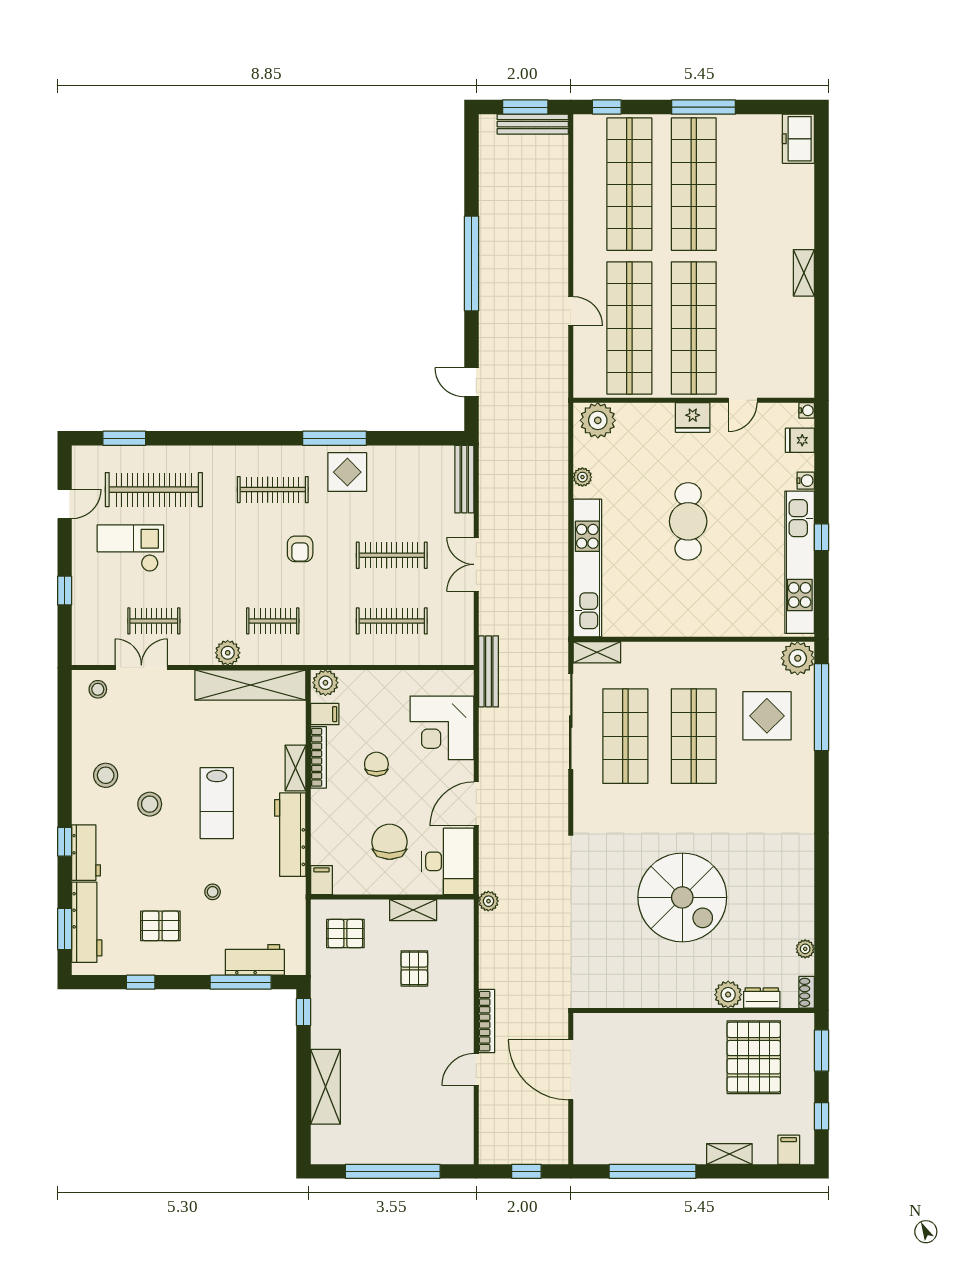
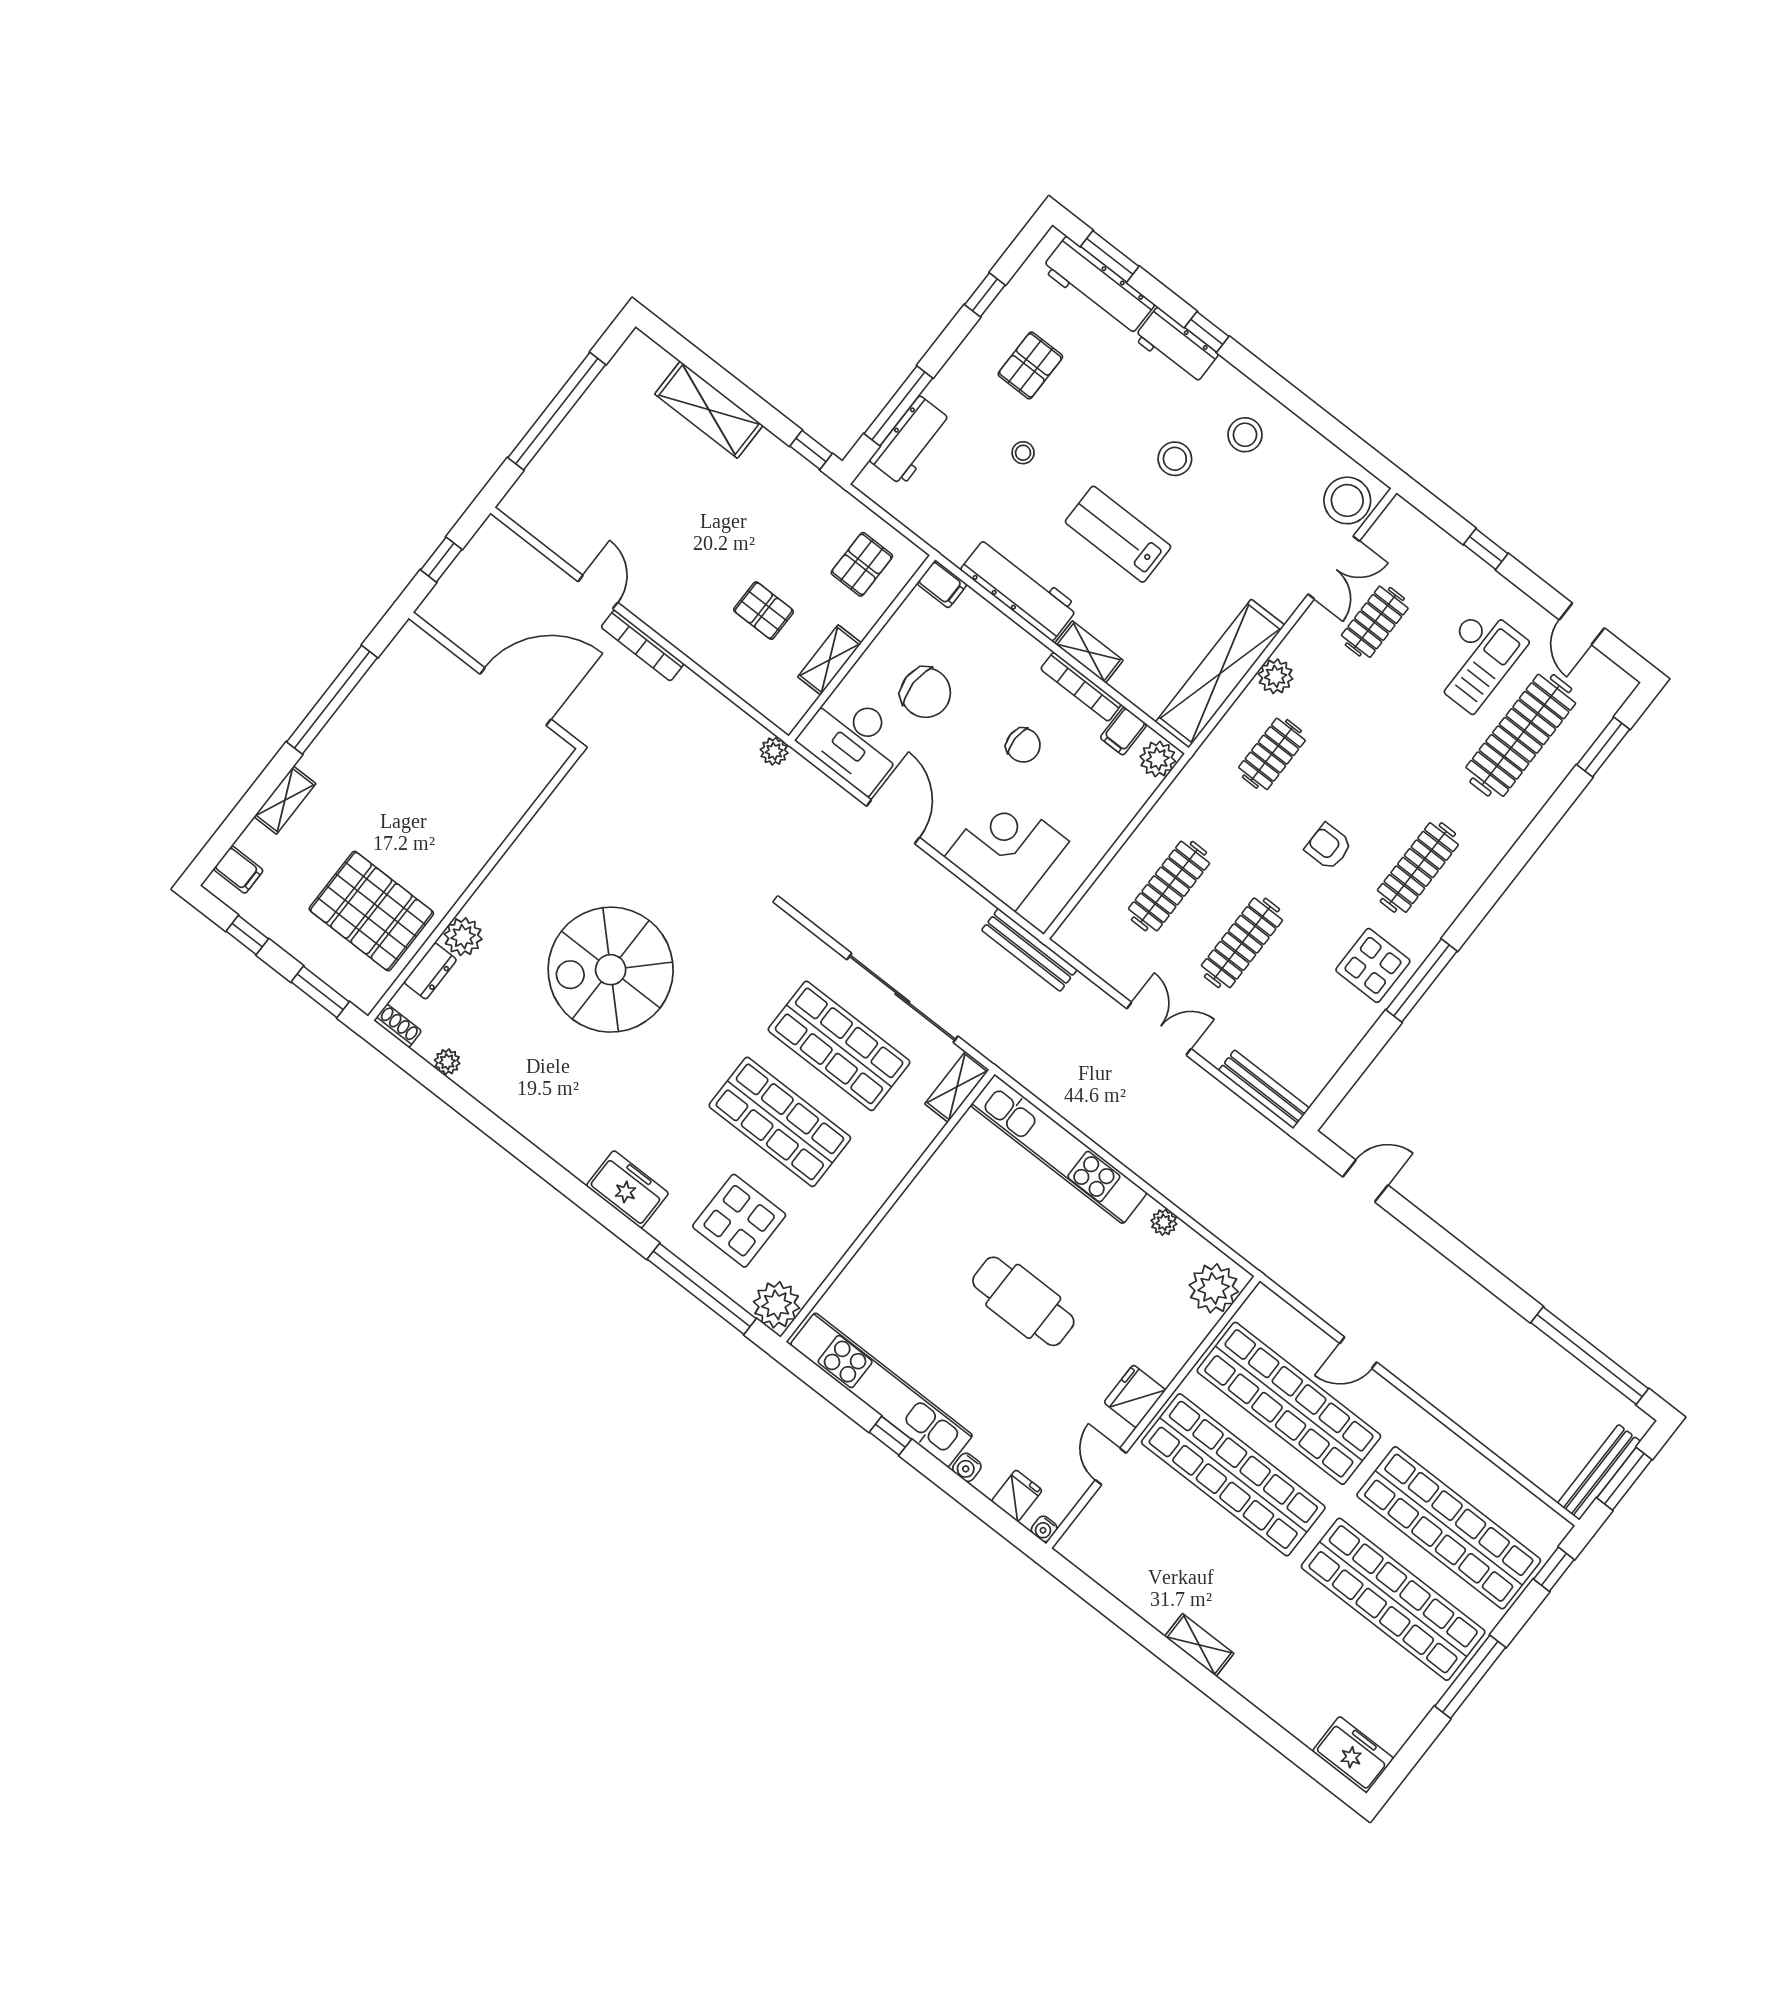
window: (471, 263) -> (1590, 1356), moved
stool: (98, 689) -> (1347, 500), width x1.89, depth x1.89
freezer: (798, 792) -> (627, 1189), added

